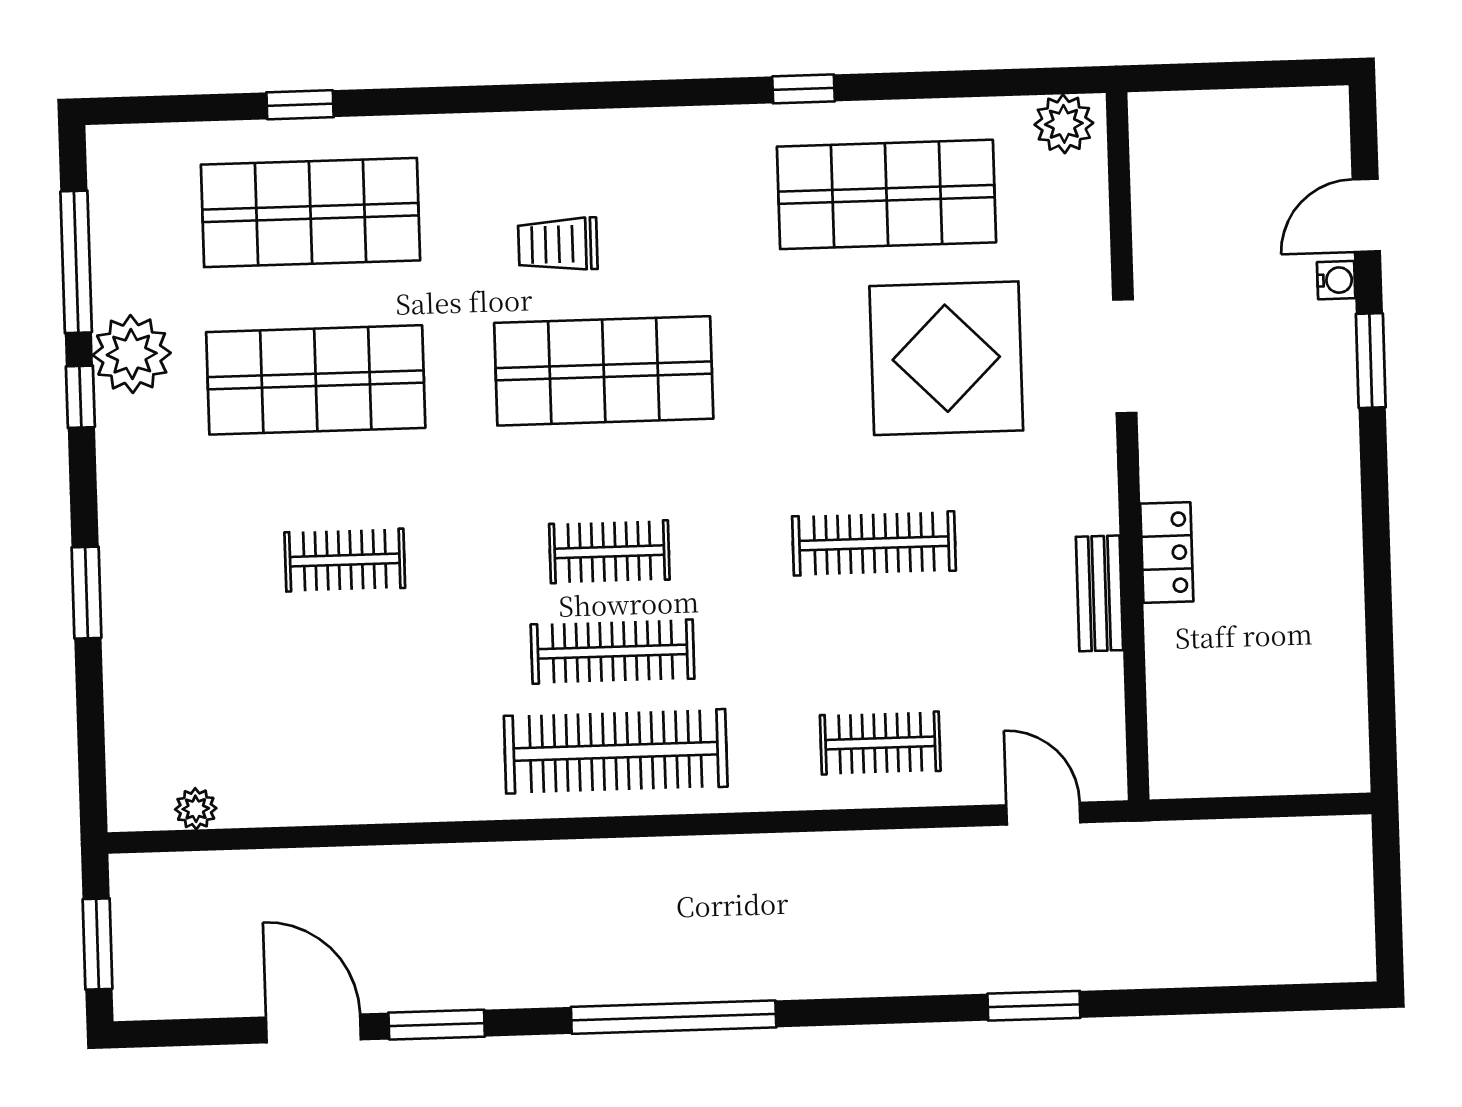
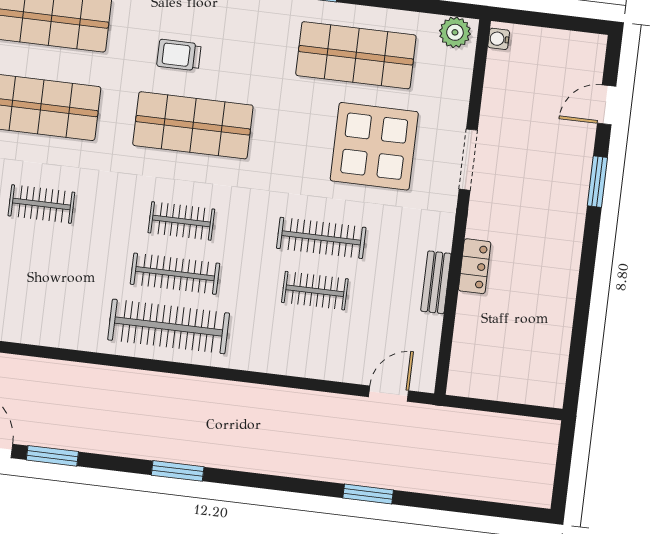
water cooler: (1336, 280) -> (499, 39), moved, turned 180
clothes rail: (880, 743) -> (315, 291), moved
door: (1043, 814) -> (389, 394), hinge flipped
window: (674, 1017) -> (178, 471), width x0.47

